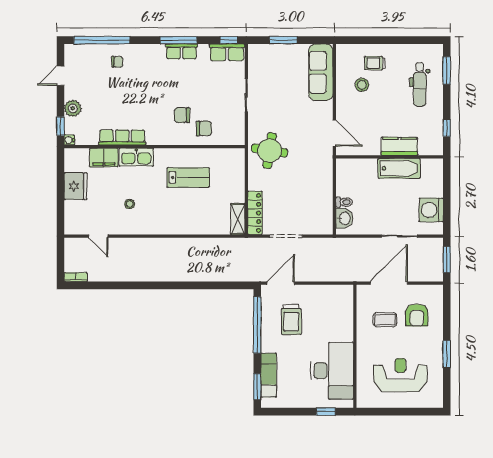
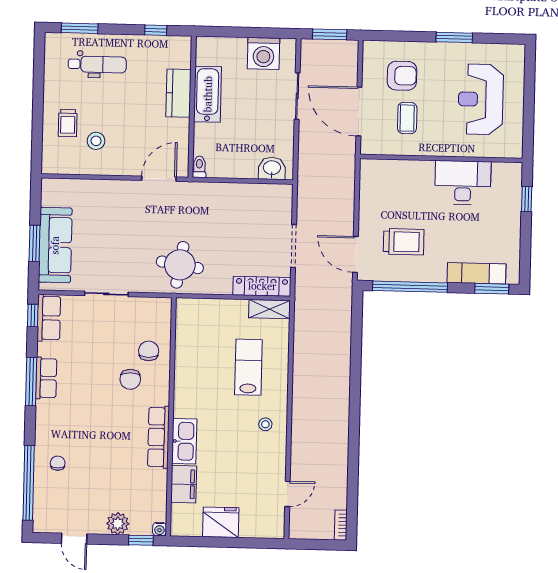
sofa: (321, 72) -> (55, 245), moved, turned -90
row of seats: (122, 138) -> (158, 437), moved
lab bench: (188, 177) -> (248, 367), moved
toilet: (344, 202) -> (199, 167), moved
stool: (130, 204) -> (265, 424), moved
desk: (332, 371) -> (463, 183), width x0.73, depth x0.77

